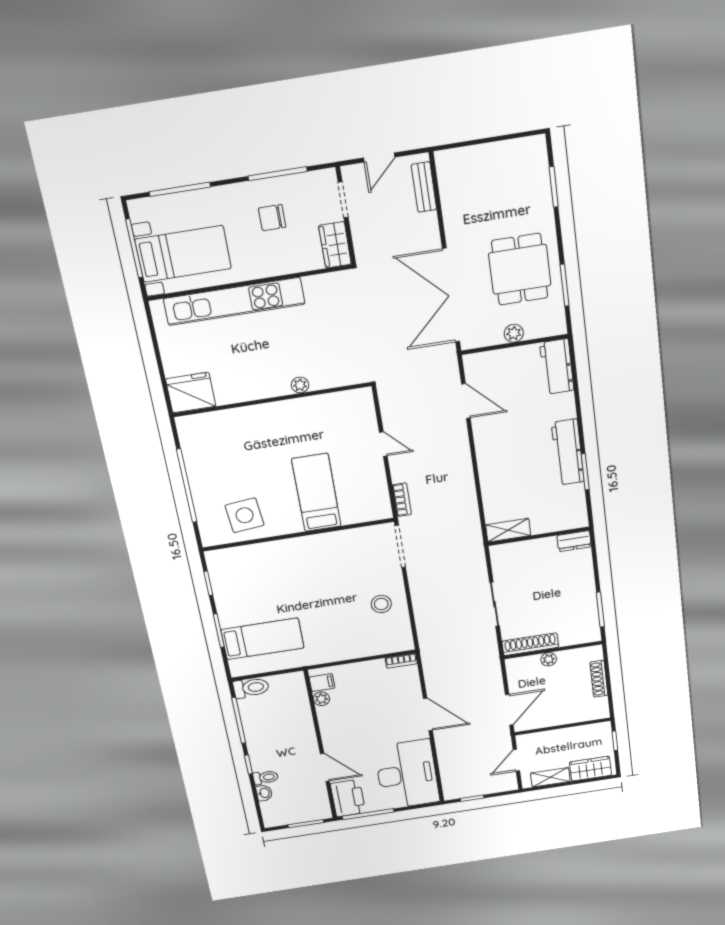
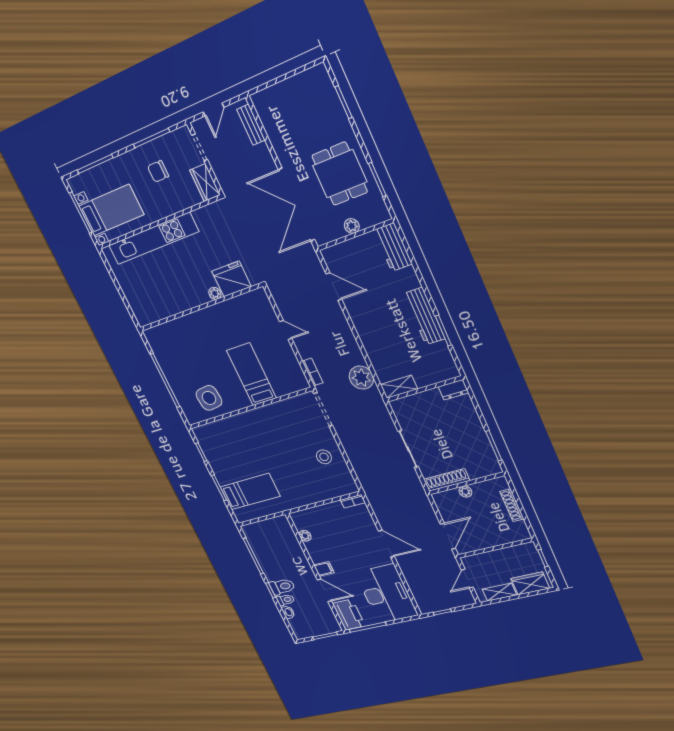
fridge: (191, 393) -> (231, 279), moved
plant: (464, 514) -> (361, 378), added
filing cabinet: (322, 683) -> (324, 569), moved
toilet: (251, 688) -> (282, 587), moved

